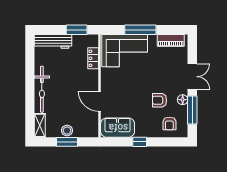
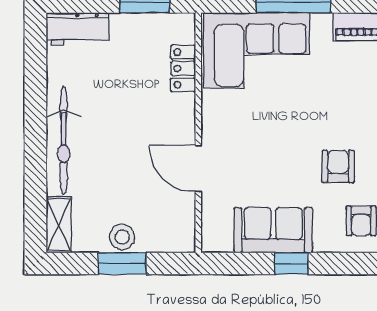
workbench: (53, 41) -> (78, 29), width x0.73
armchair: (160, 100) -> (338, 166), turned 90
sofa: (118, 128) -> (273, 230), moved

